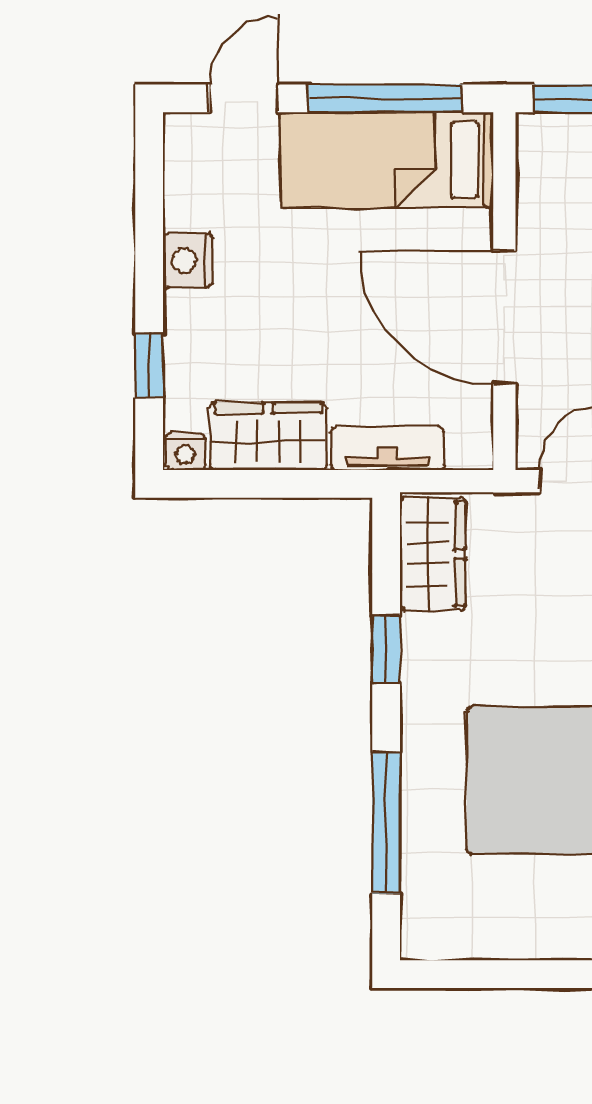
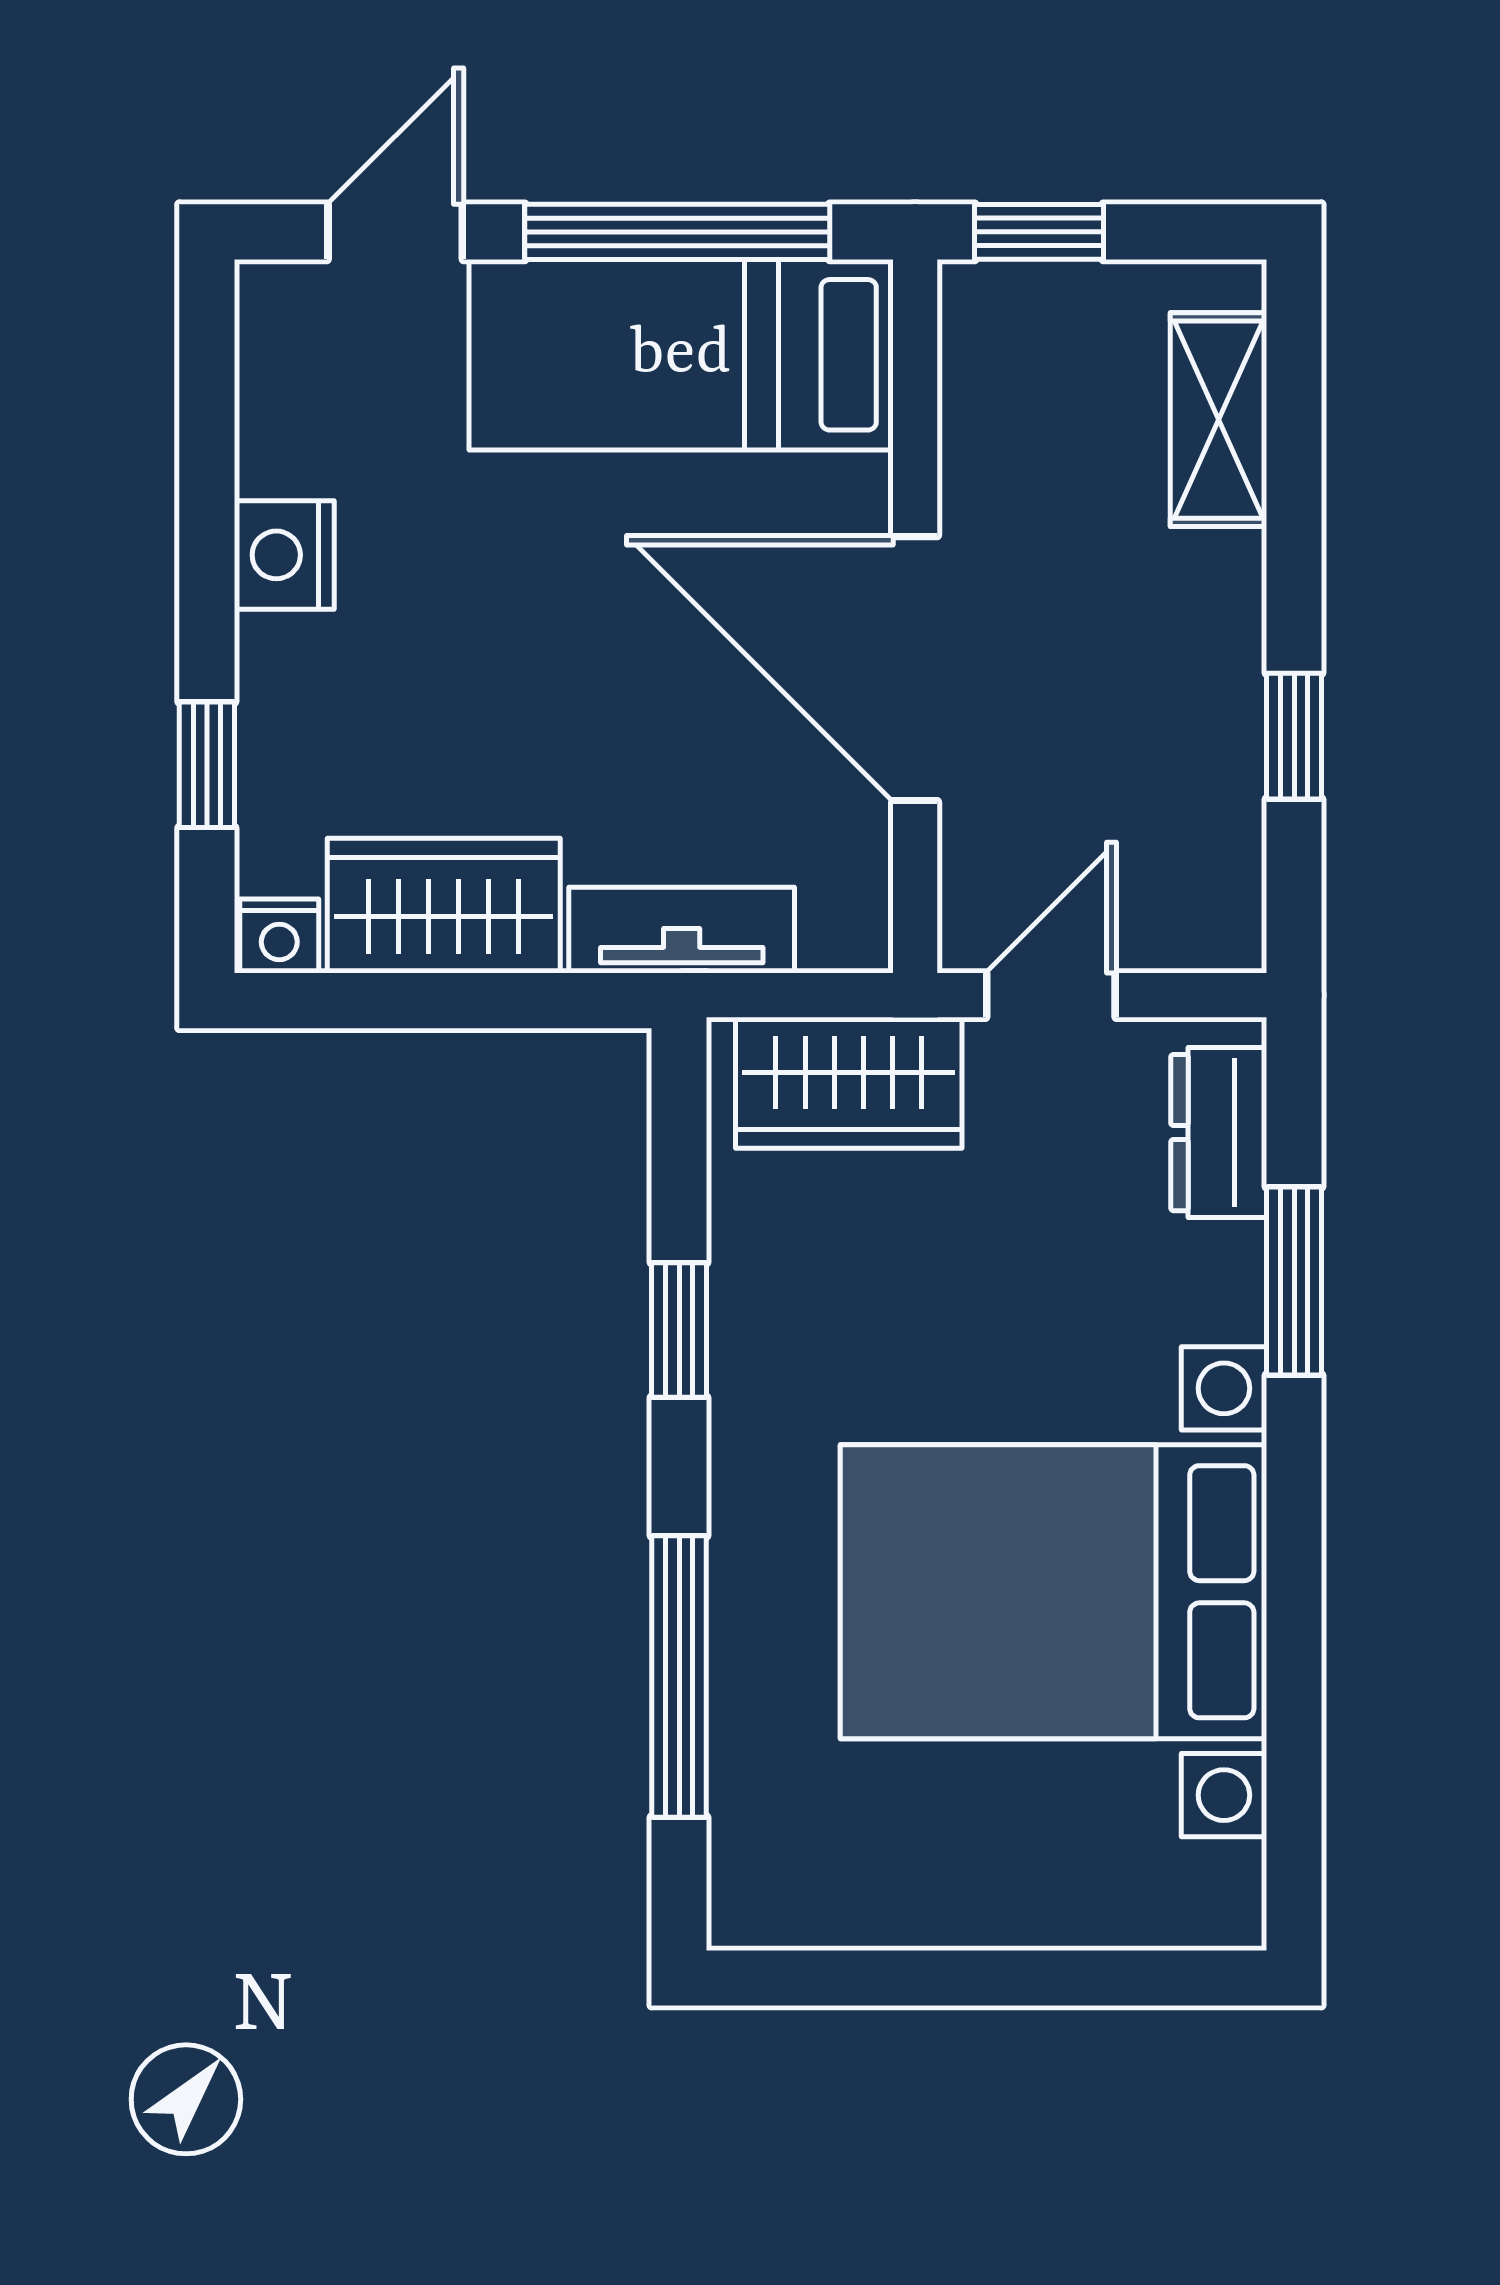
wardrobe: (433, 554) -> (849, 1083), moved, turned 90

